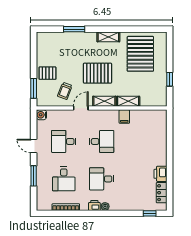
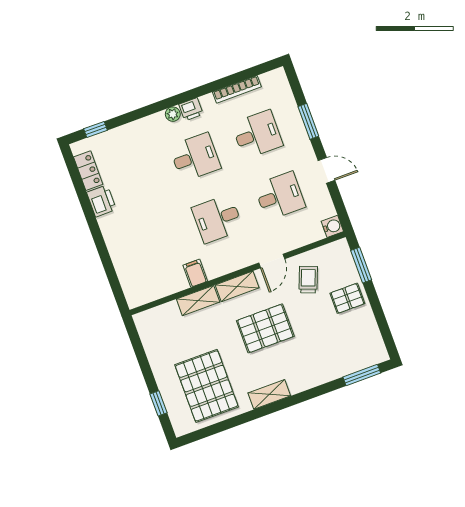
window: (74, 29) -> (362, 375), moved
window: (170, 79) -> (159, 403), moved
desk: (64, 179) -> (257, 134), turned 90

